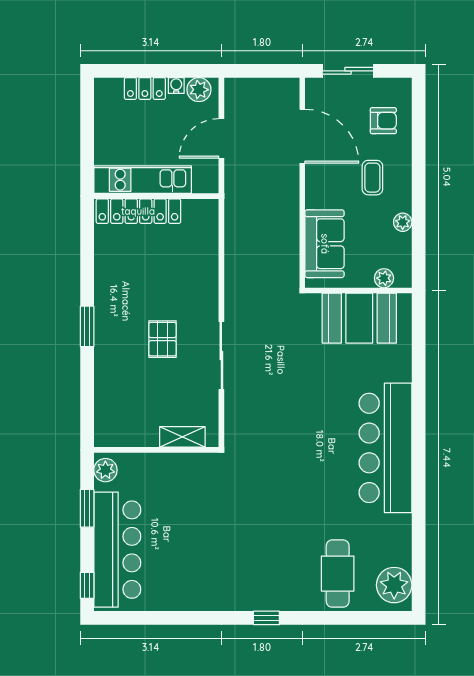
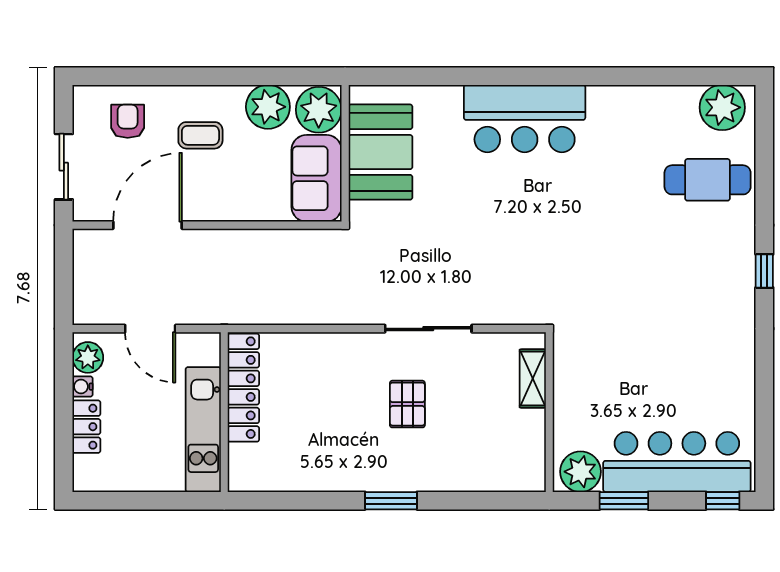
locker: (138, 211) -> (243, 388), moved
plant: (403, 222) -> (268, 107), width x1.87, depth x1.87
sofa: (325, 244) -> (317, 178), moved, turned -90
plant: (384, 278) -> (319, 110), width x1.87, depth x1.87
pallet: (162, 339) -> (407, 404), turned 90
bar counter: (385, 448) -> (525, 119), width x0.73
plant: (105, 470) -> (581, 472), width x1.36, depth x1.36

